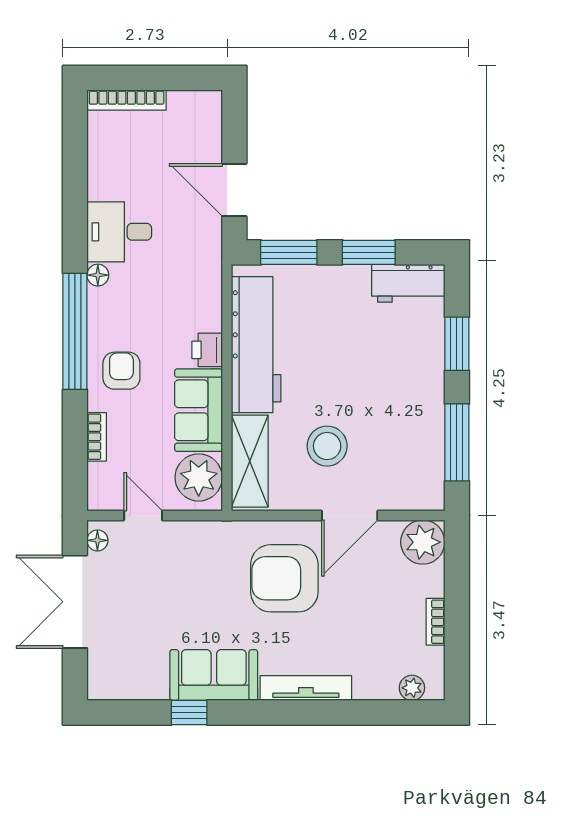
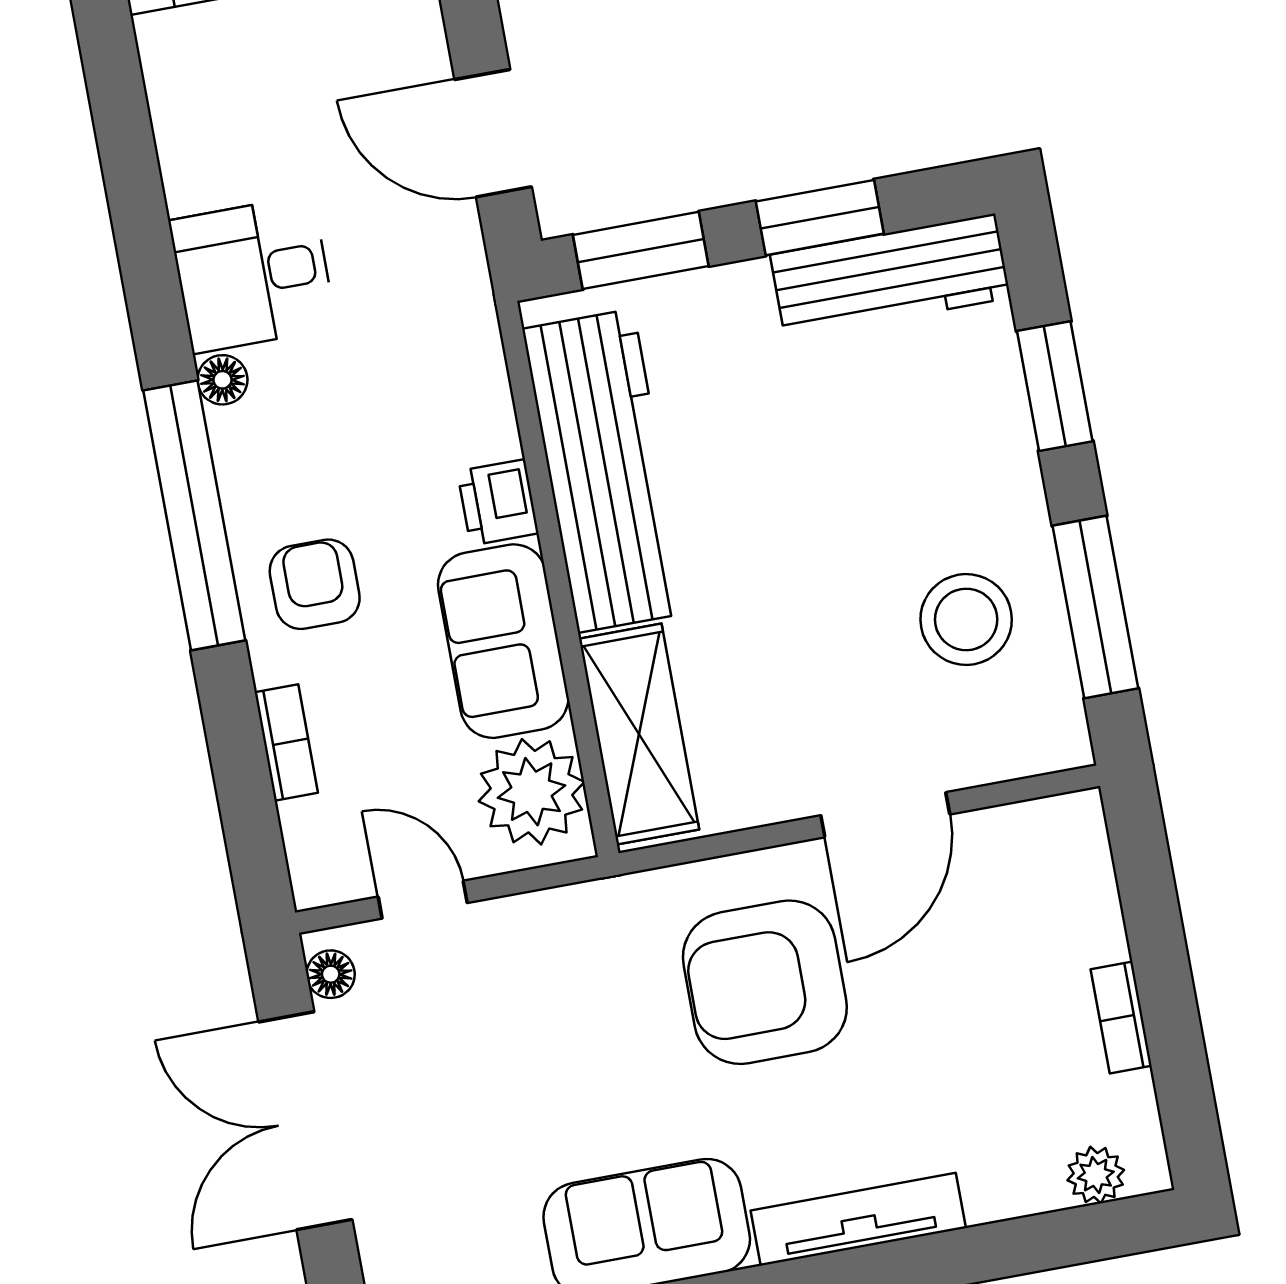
workbench: (408, 283) -> (890, 276), width x1.38
stool: (327, 446) -> (966, 619), moved
plant: (423, 542) -> (1060, 844), removed

